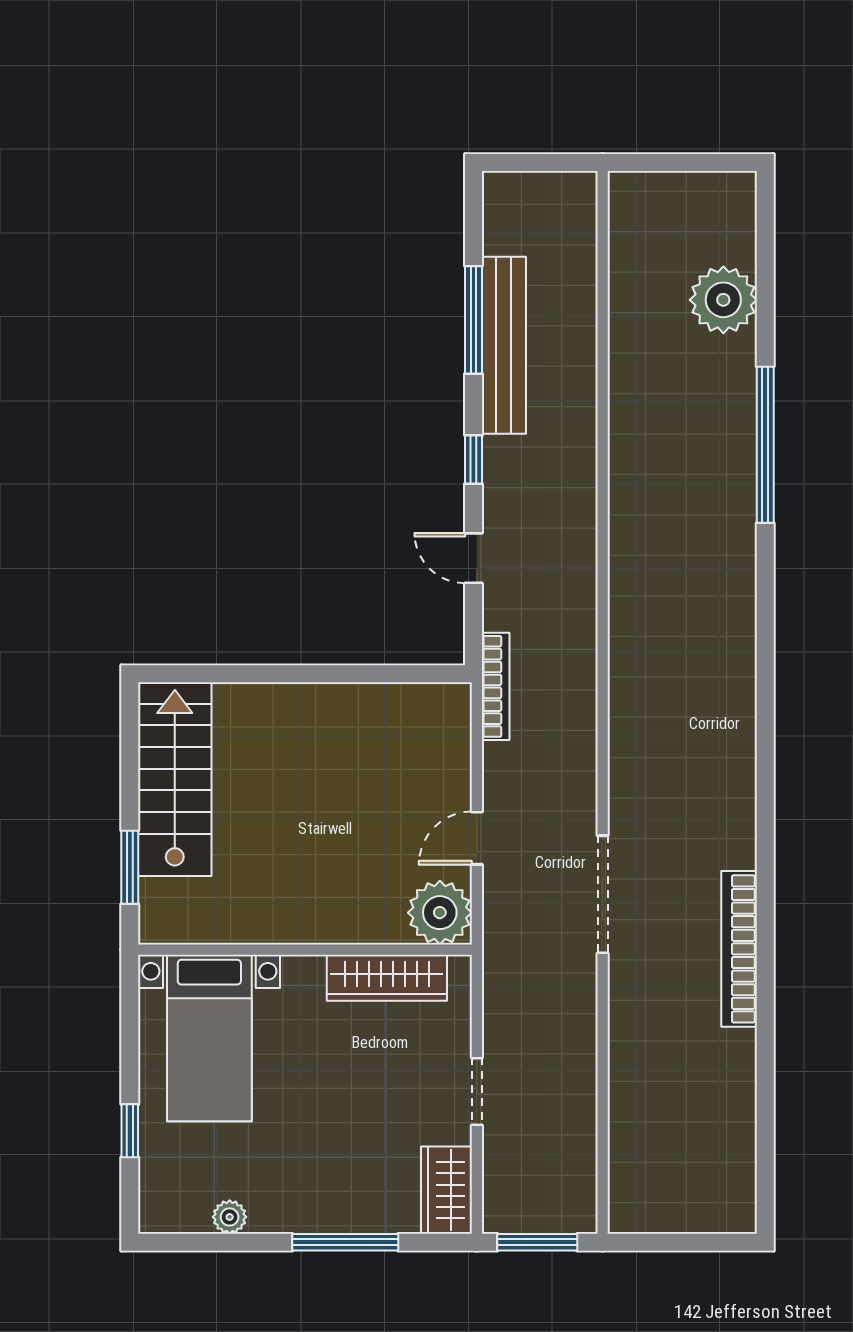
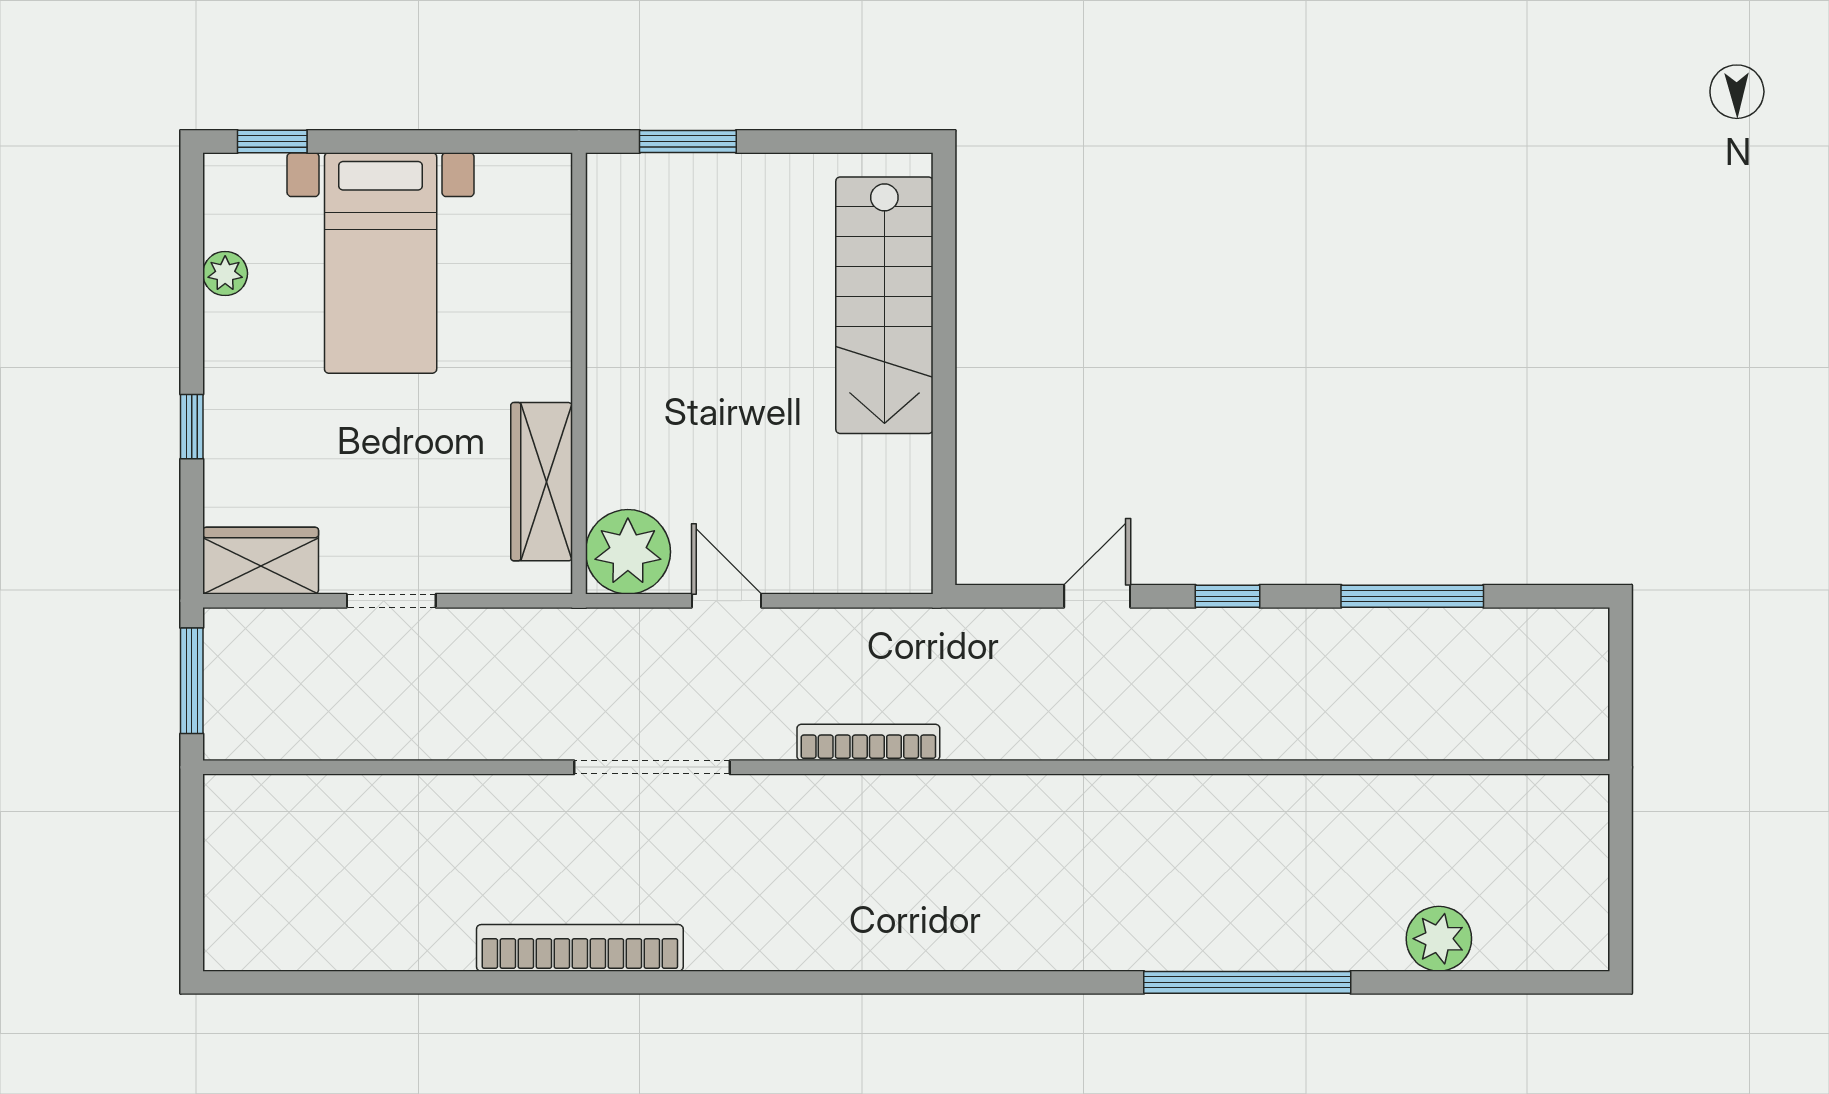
plant: (723, 300) -> (1439, 939), width x0.73, depth x0.73
bench: (504, 345) -> (1379, 637), removed
bookcase: (496, 686) -> (868, 742), moved, turned 180
stairs: (175, 779) -> (884, 305), moved, turned 90
bed with nightstands: (209, 1038) -> (381, 263), moved, turned -90
window: (130, 1131) -> (272, 141), moved
window: (345, 1242) -> (192, 427), width x0.46

